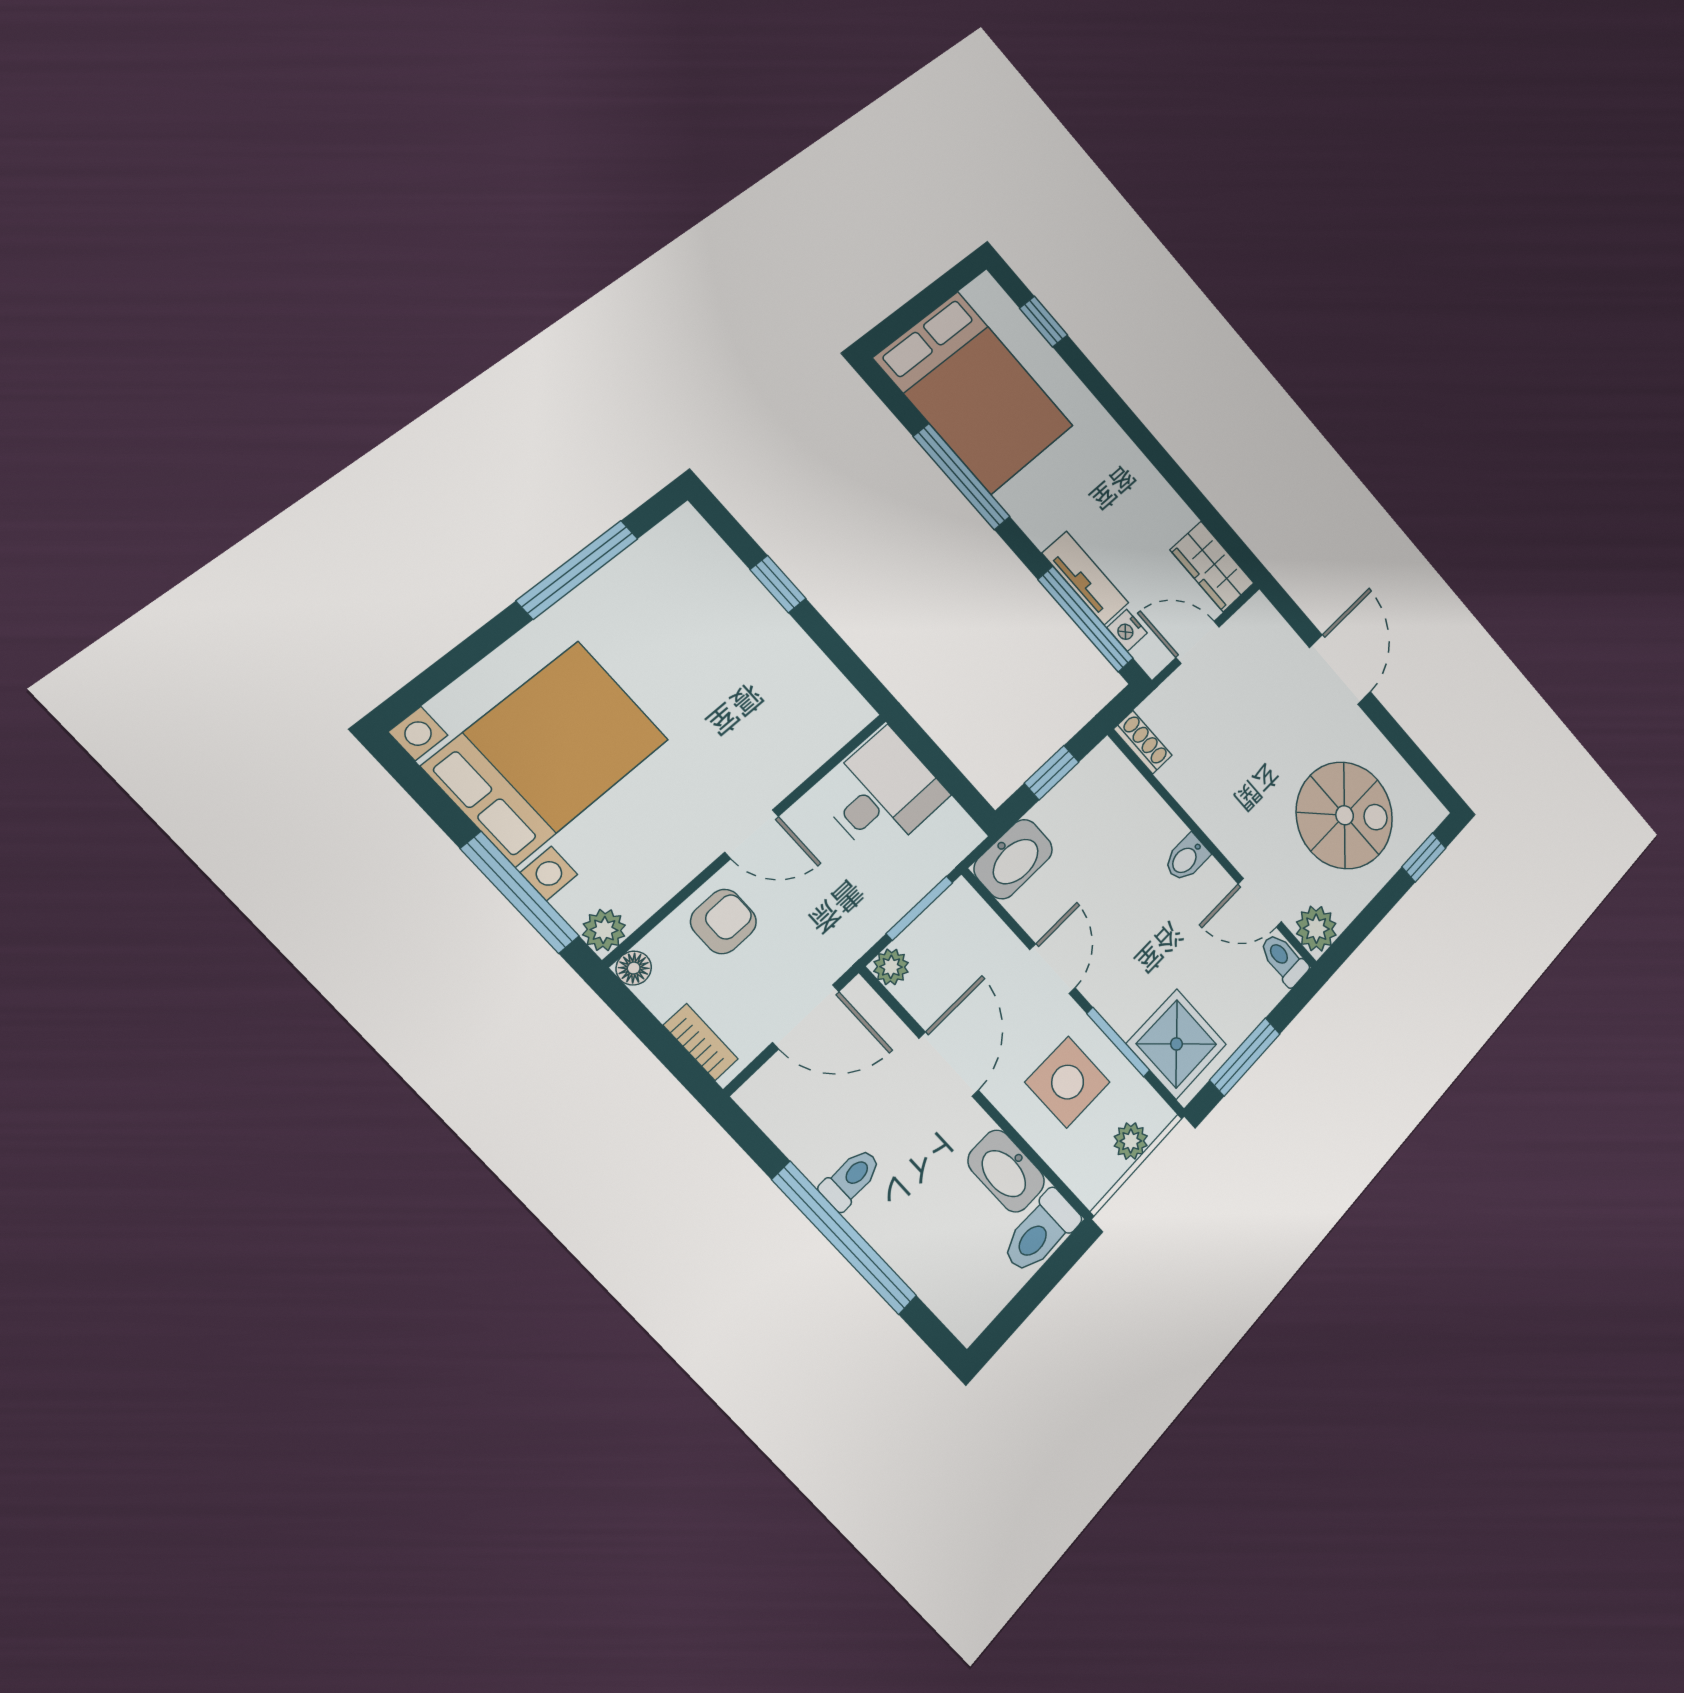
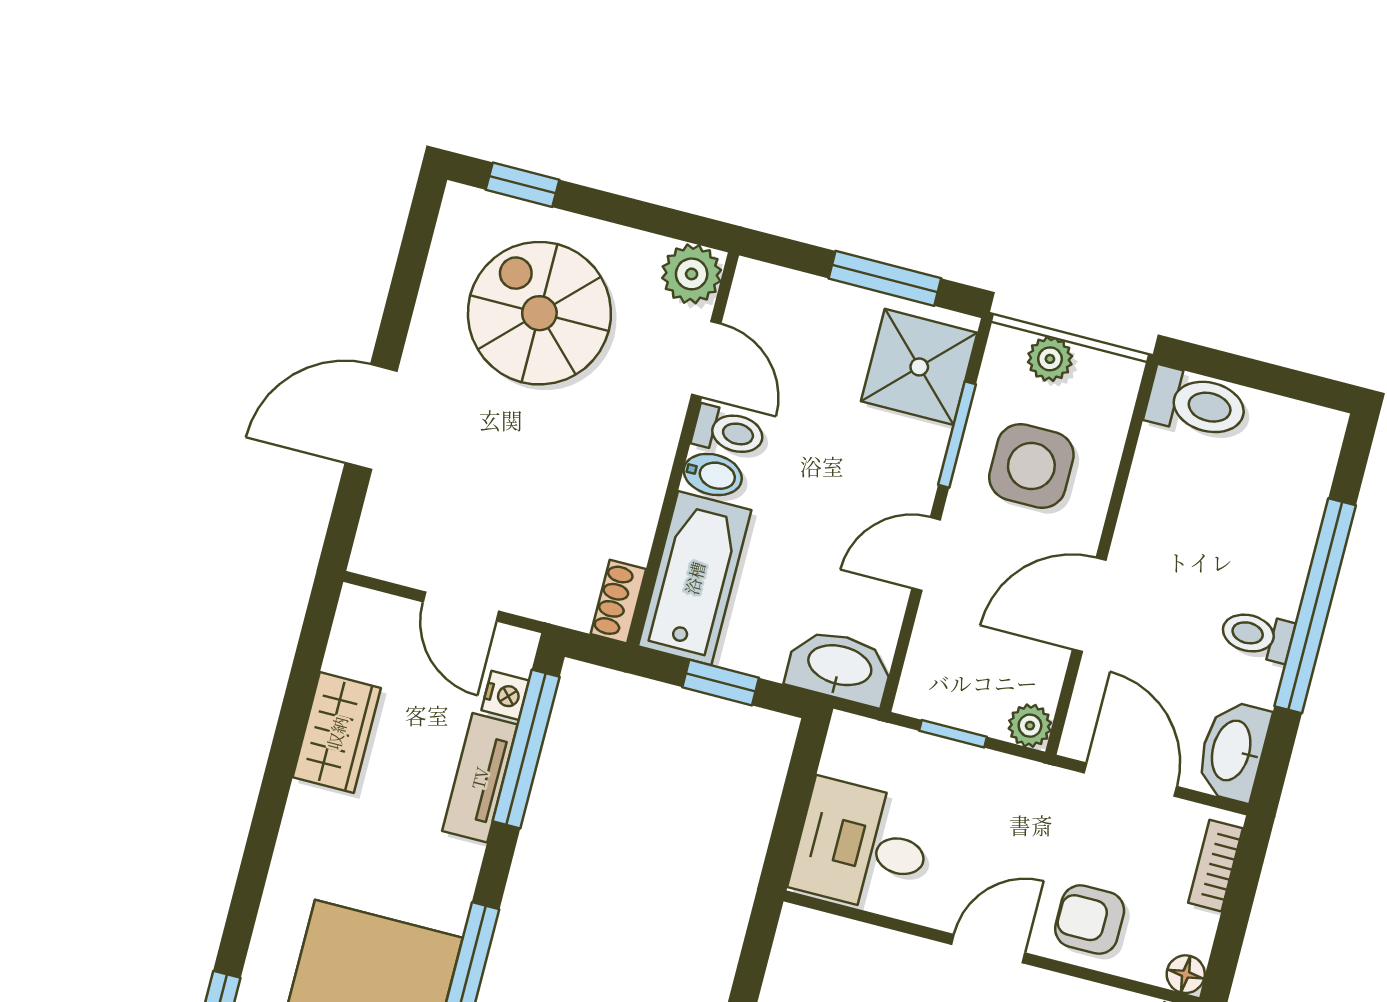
wardrobe: (1212, 566) -> (337, 733), moved
bathtub: (1128, 802) -> (695, 578), added
door: (752, 834) -> (988, 949), hinge flipped
window: (920, 908) -> (953, 734), width x0.67
toilet: (1284, 959) -> (729, 432), moved, turned -90
washbasin: (1006, 1171) -> (1233, 751), moved, turned 180

